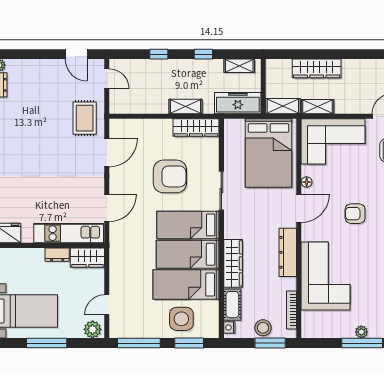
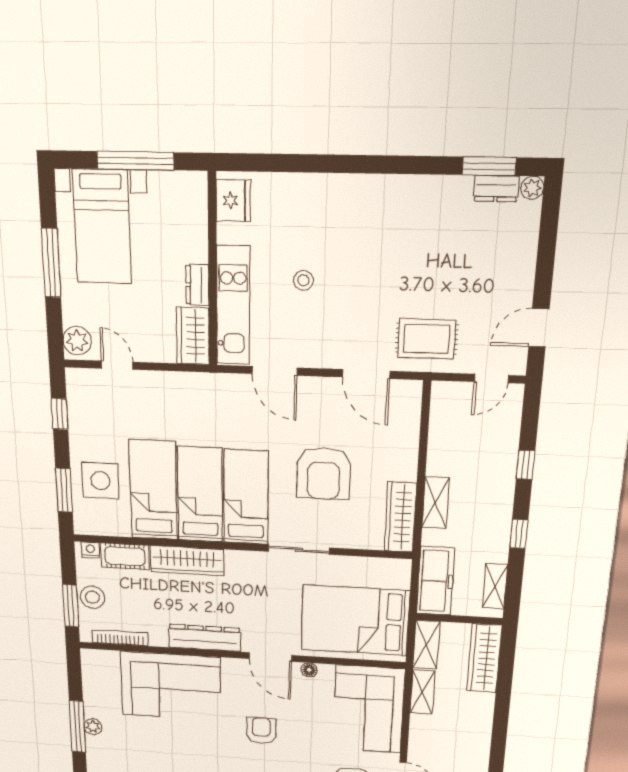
wardrobe: (317, 68) -> (484, 658), moved
stool: (53, 192) -> (303, 280), added
window: (139, 343) -> (60, 414), width x0.46

